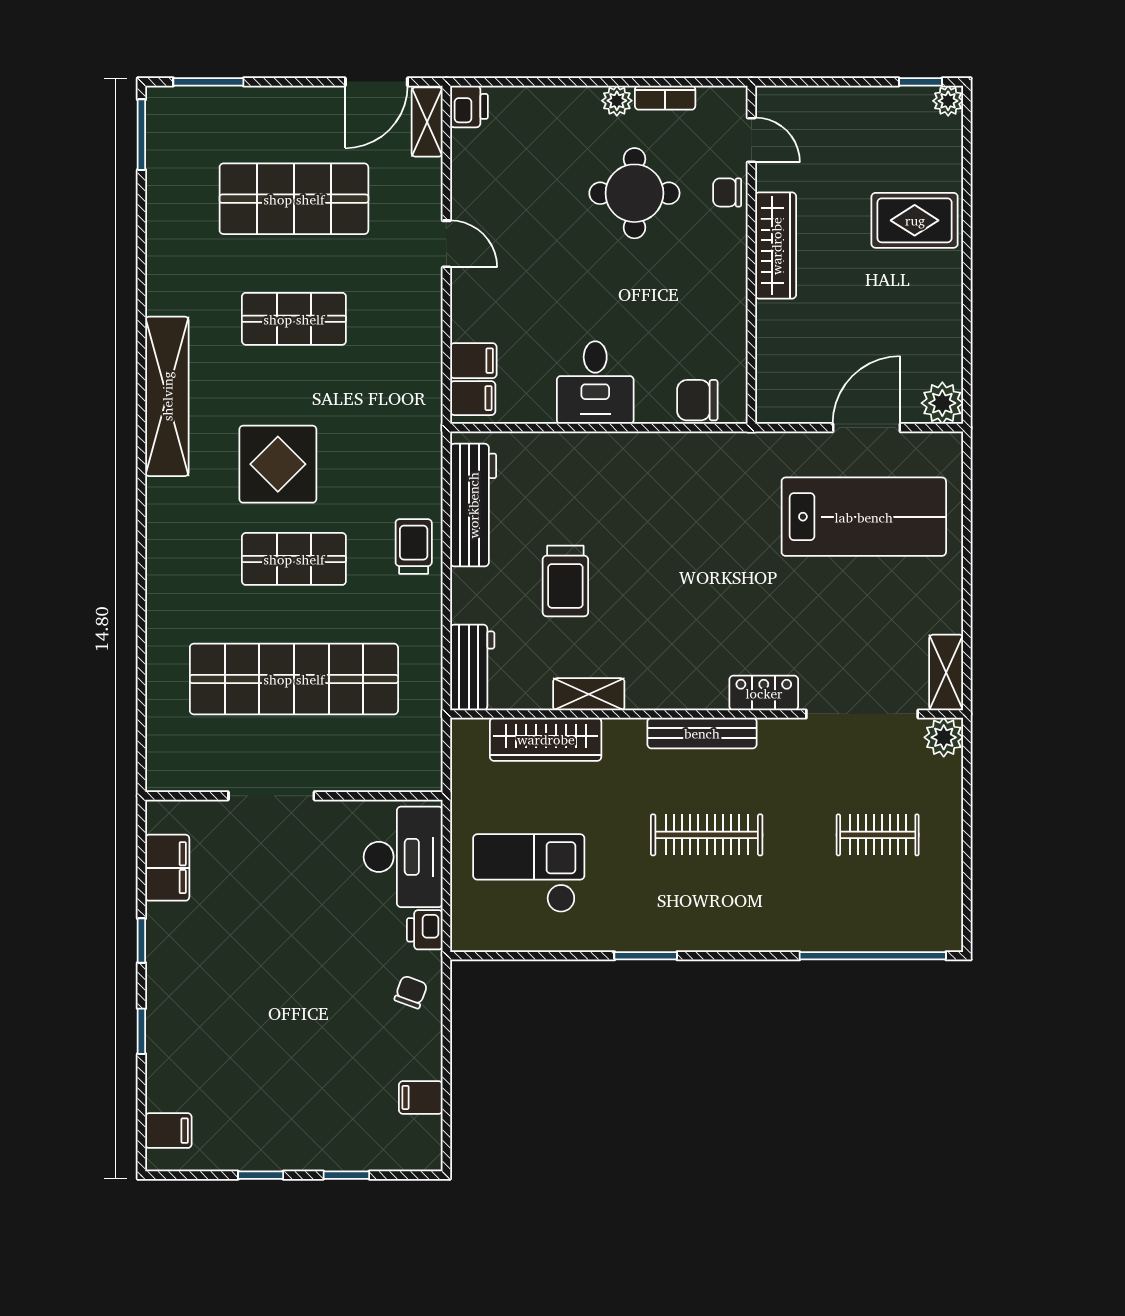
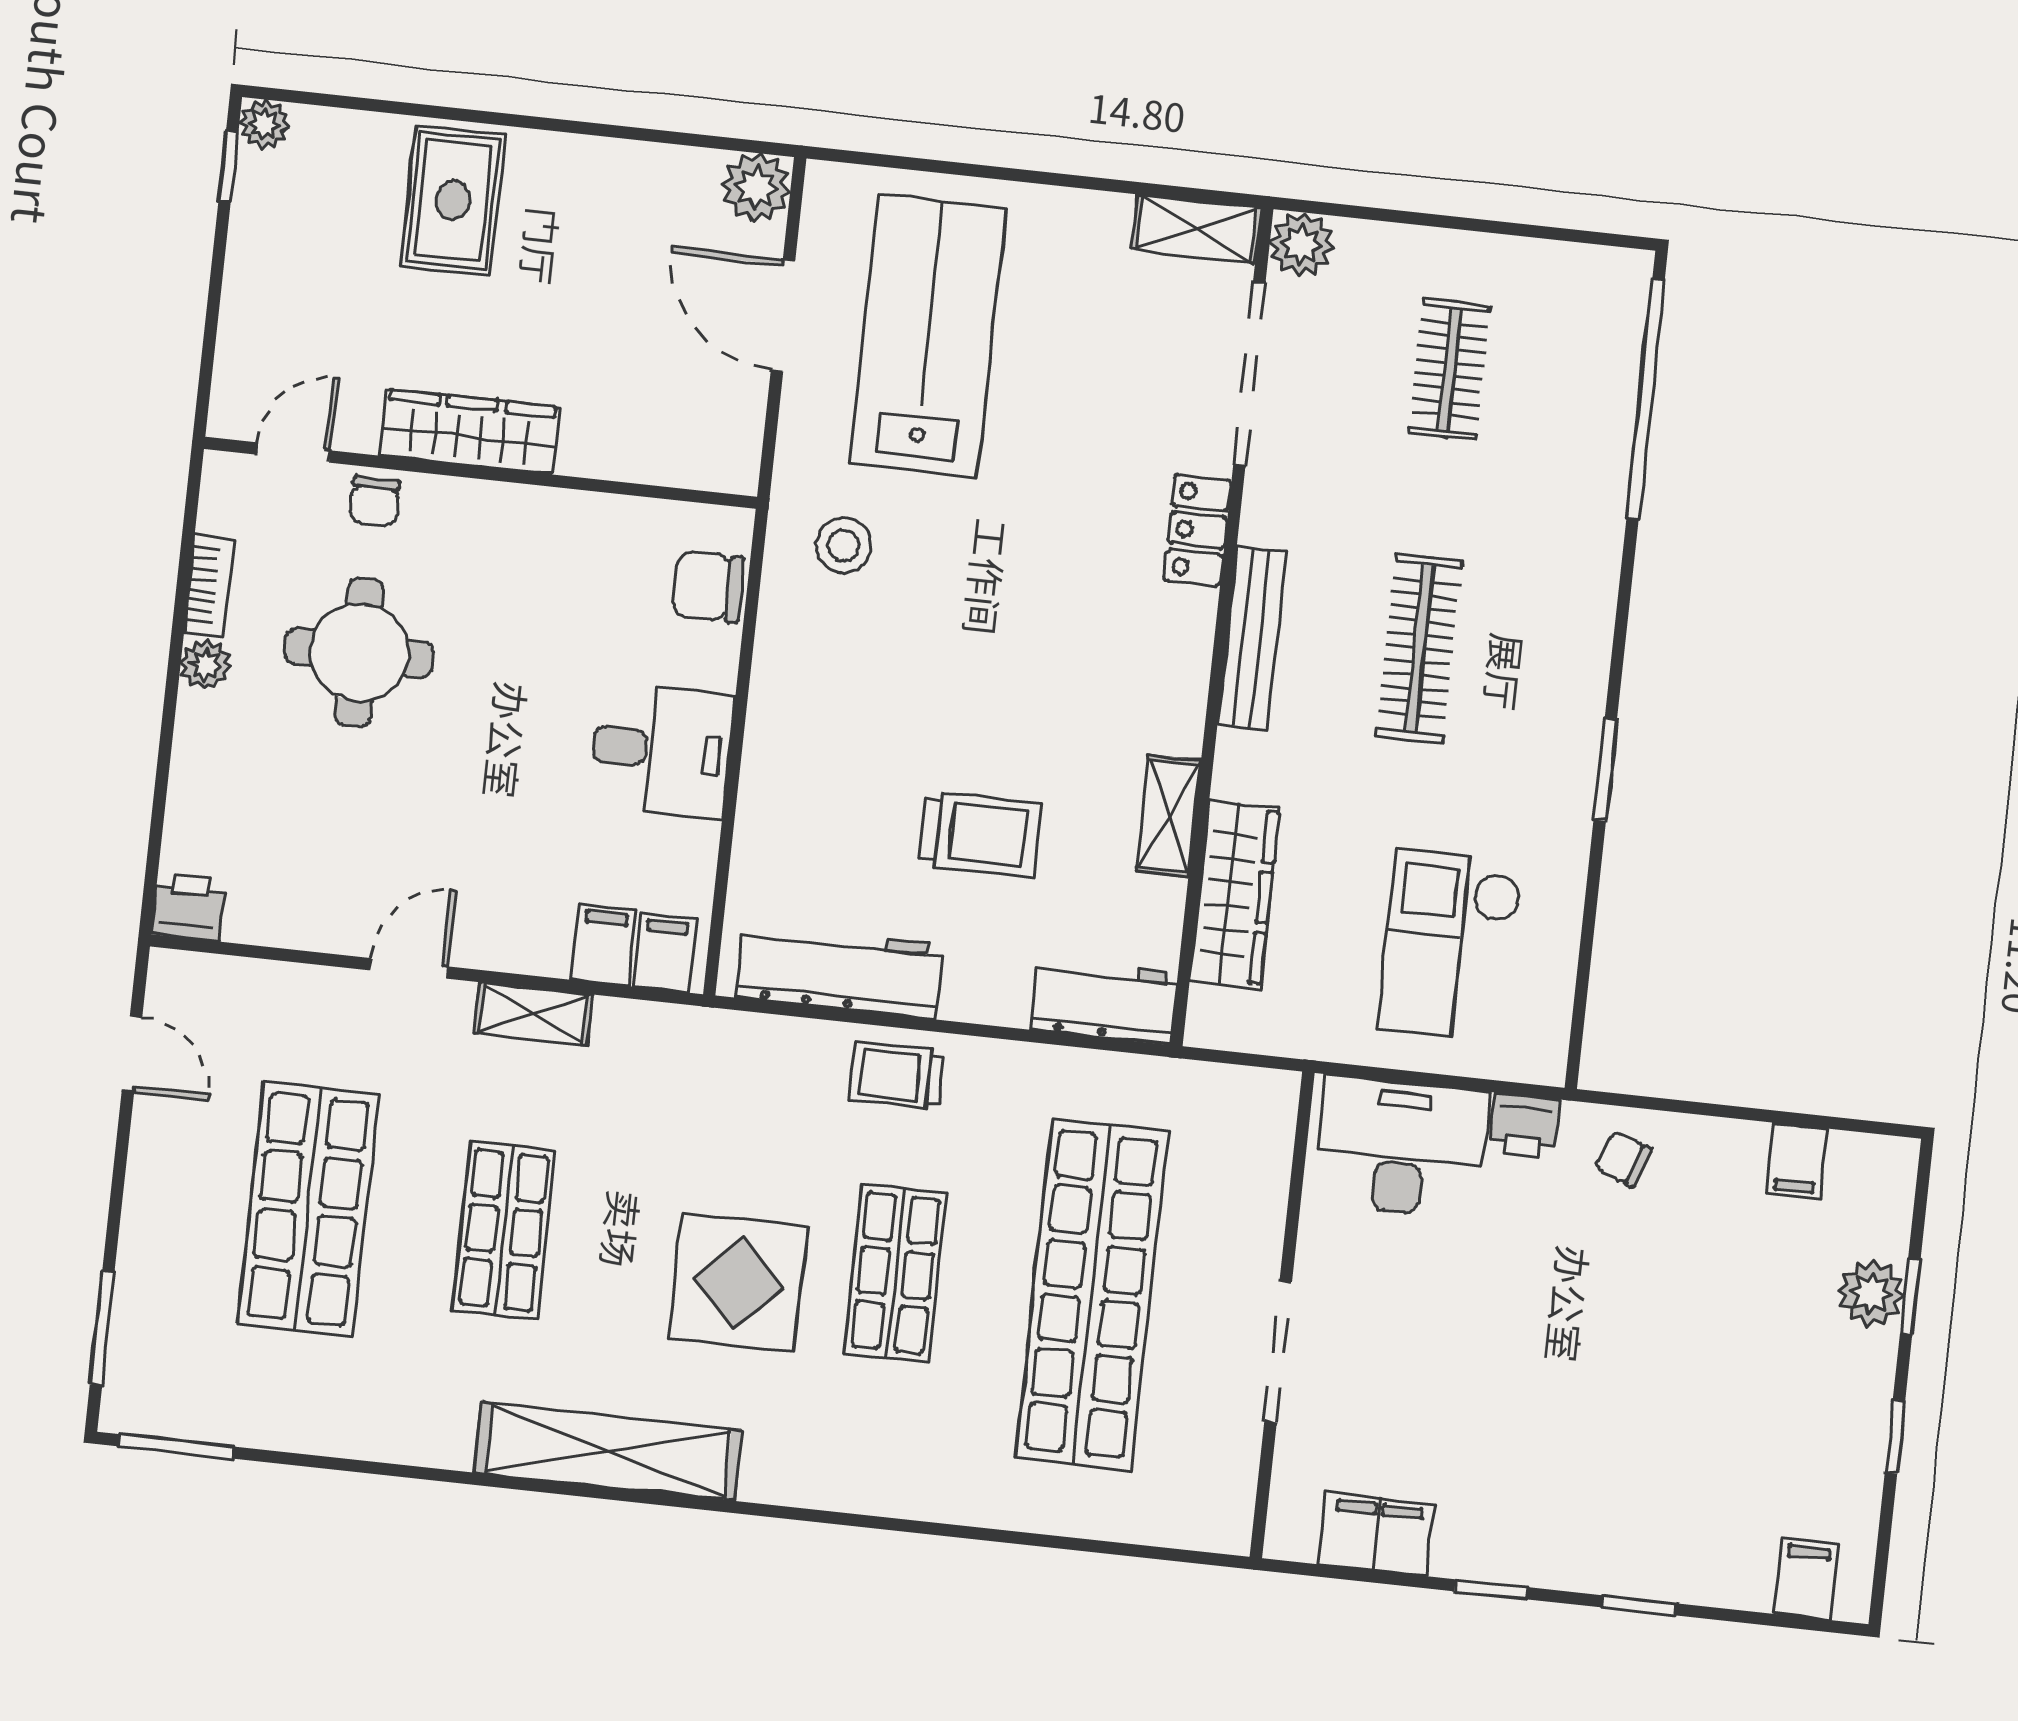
door: (376, 82) -> (132, 1054), width x0.73
shelving: (427, 122) -> (533, 1014), moved
chair: (697, 400) -> (708, 587), turned 90
stool: (731, 480) -> (844, 545), added
plant: (346, 1151) -> (1871, 1293), added

